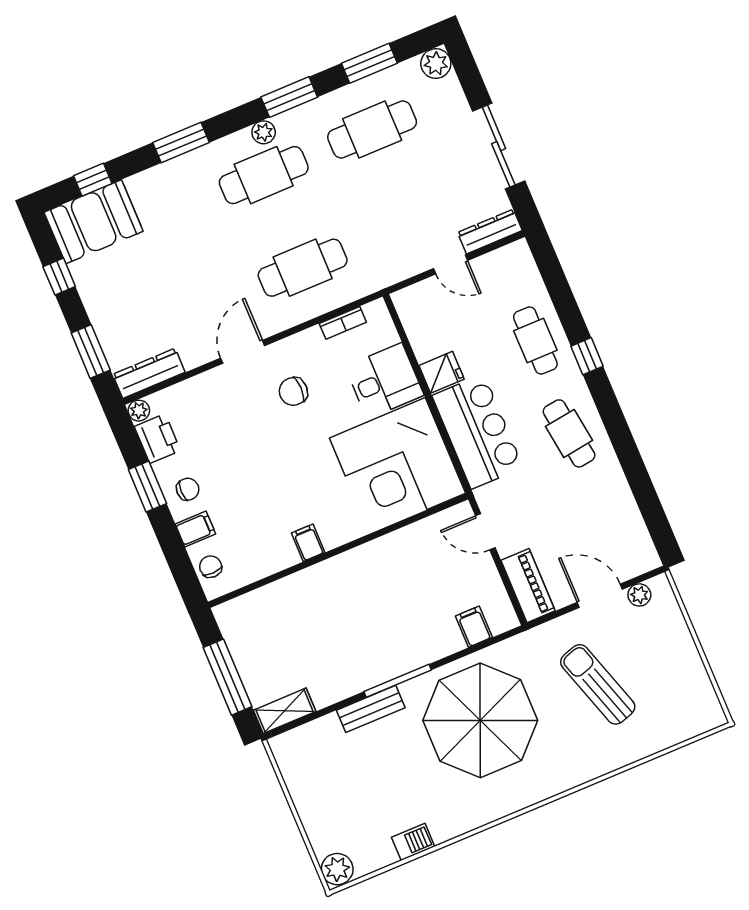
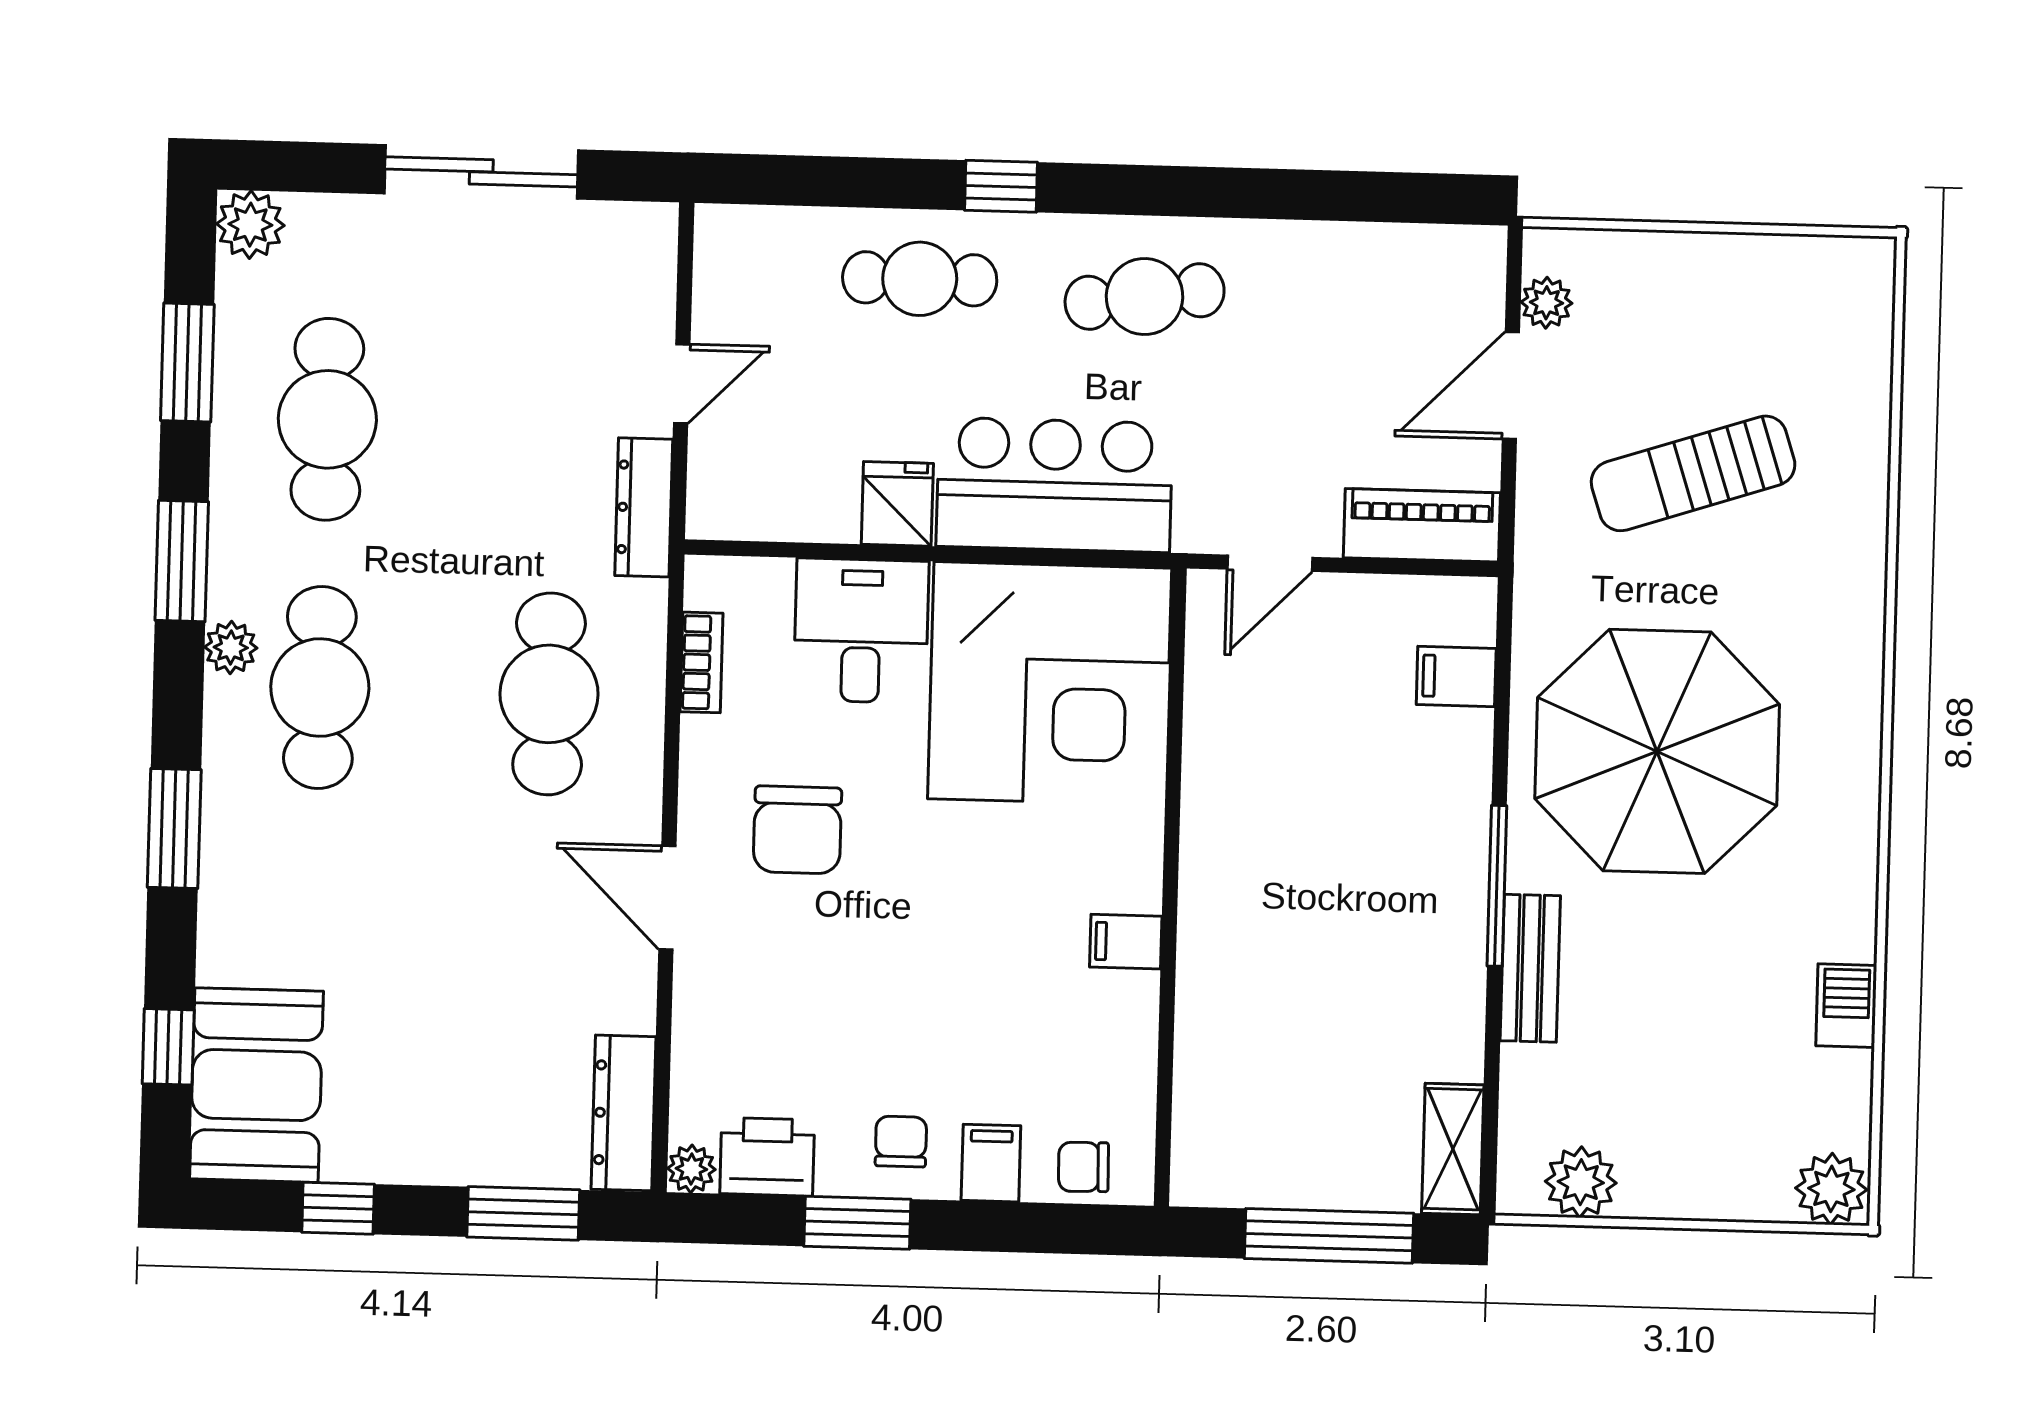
dresser: (490, 232) -> (644, 507), moved
chair: (293, 391) -> (797, 830), width x1.37, depth x1.37
plant: (295, 768) -> (1581, 1182), added

